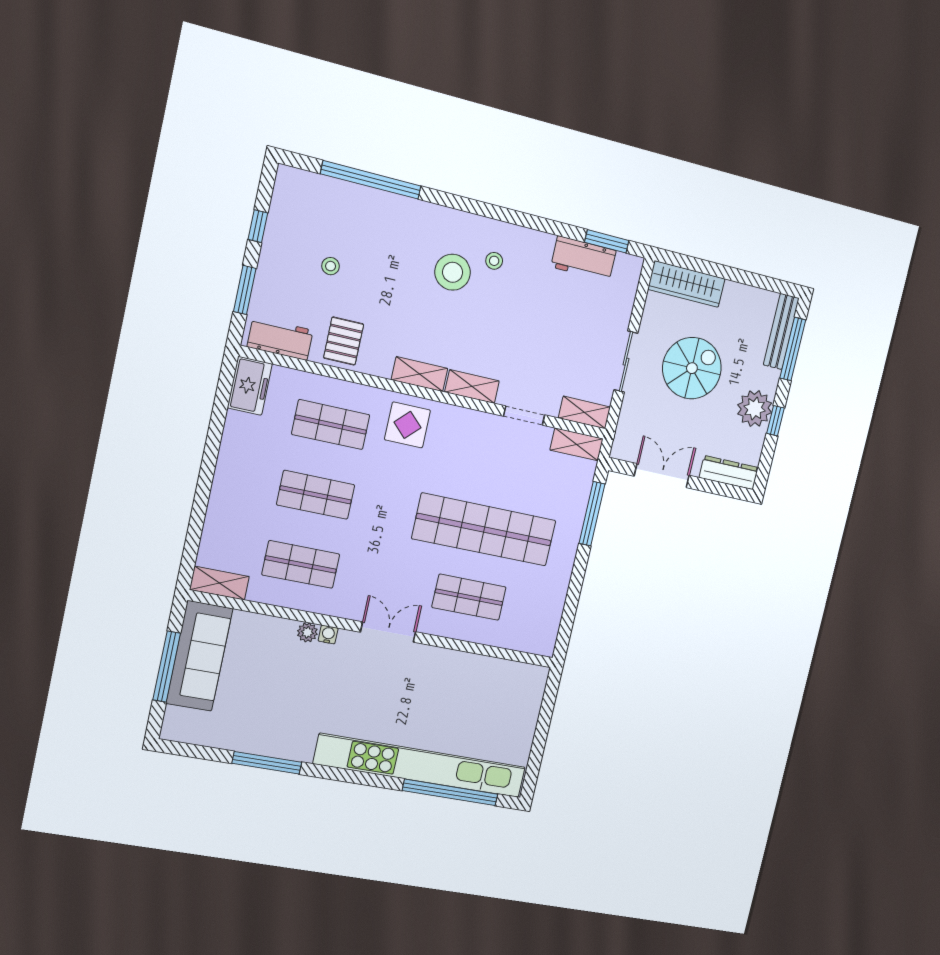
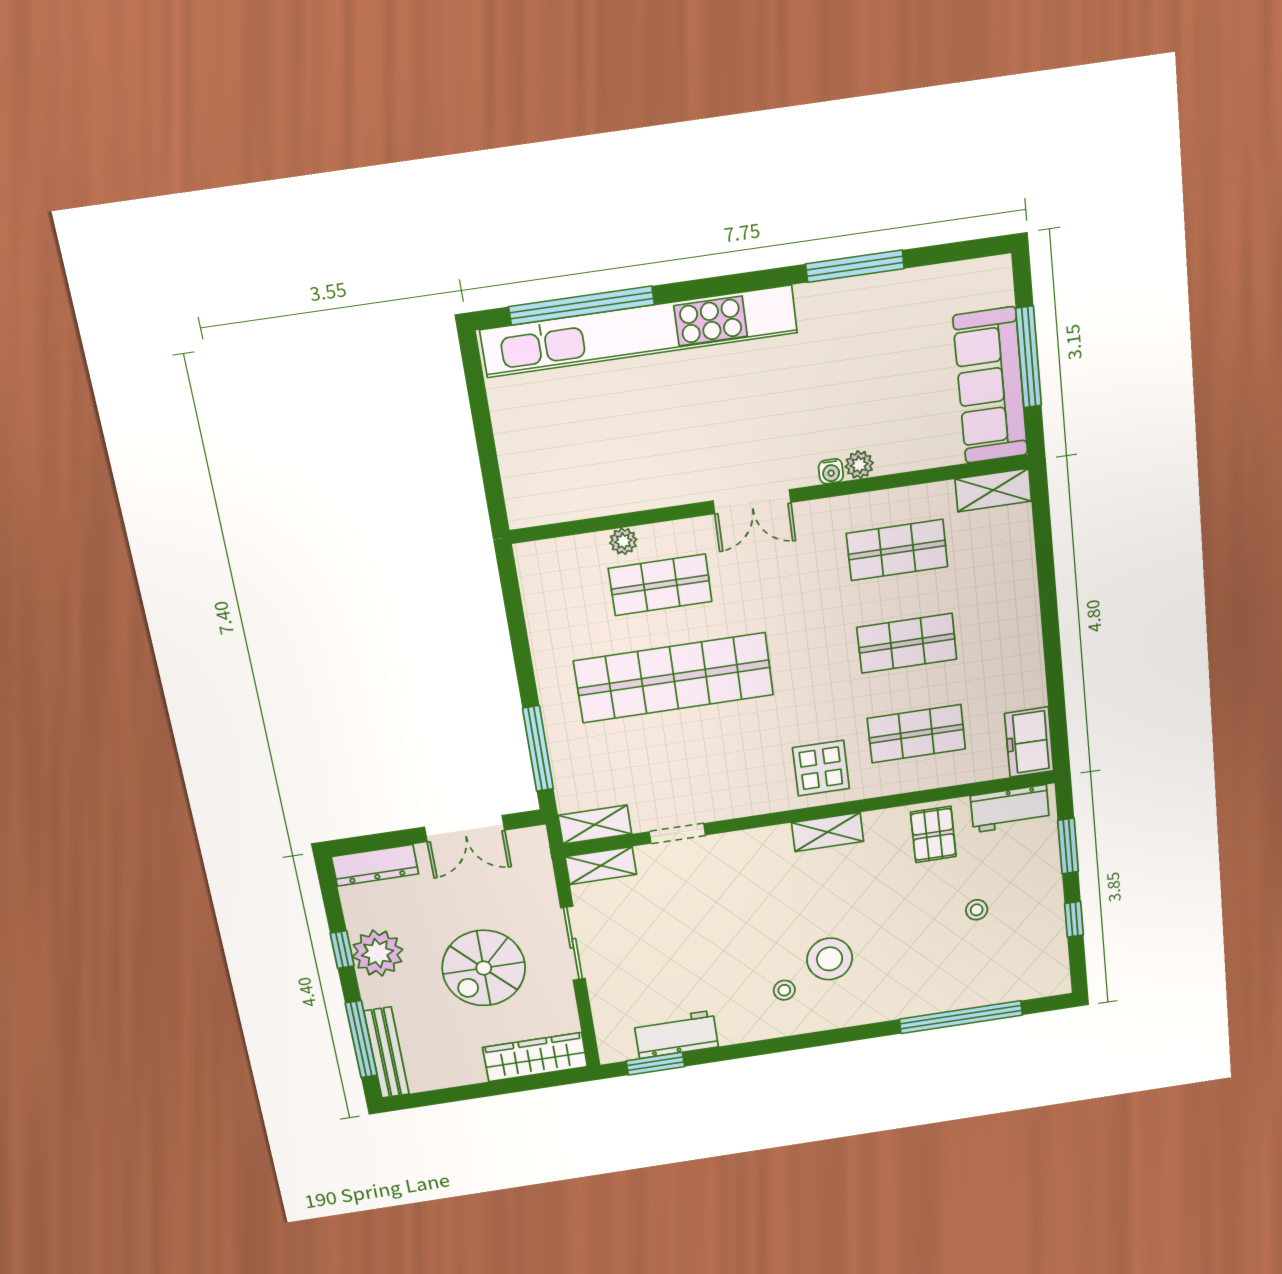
shelving: (472, 386) -> (757, 842), removed
plant: (482, 635) -> (623, 541), added

